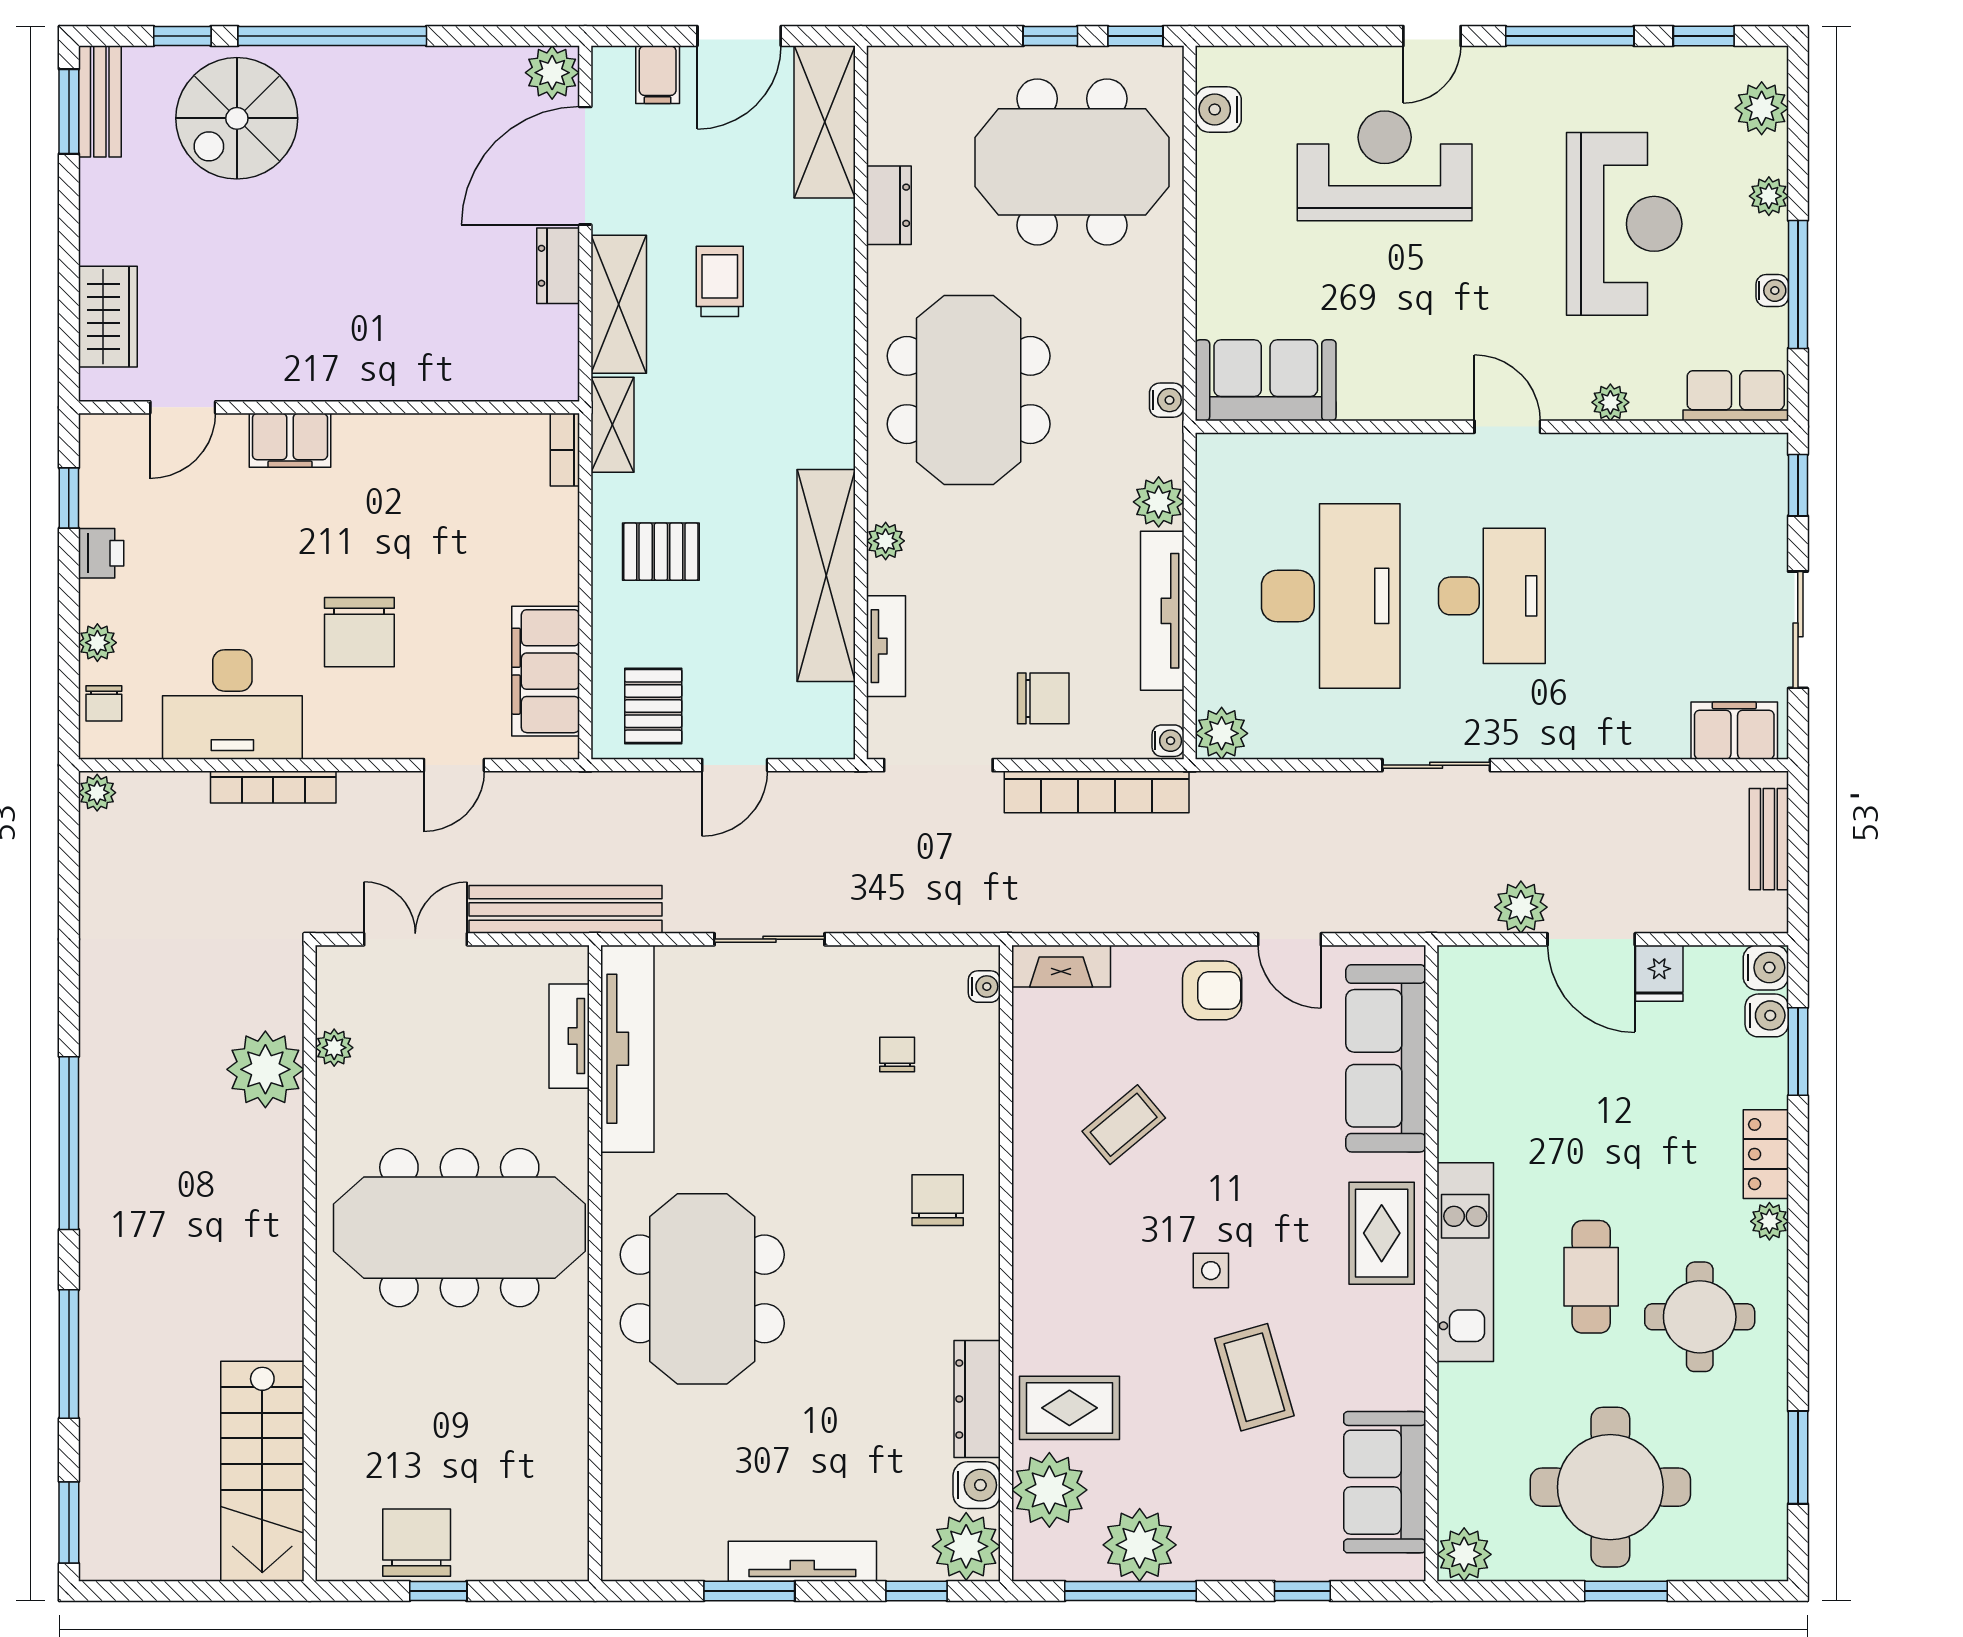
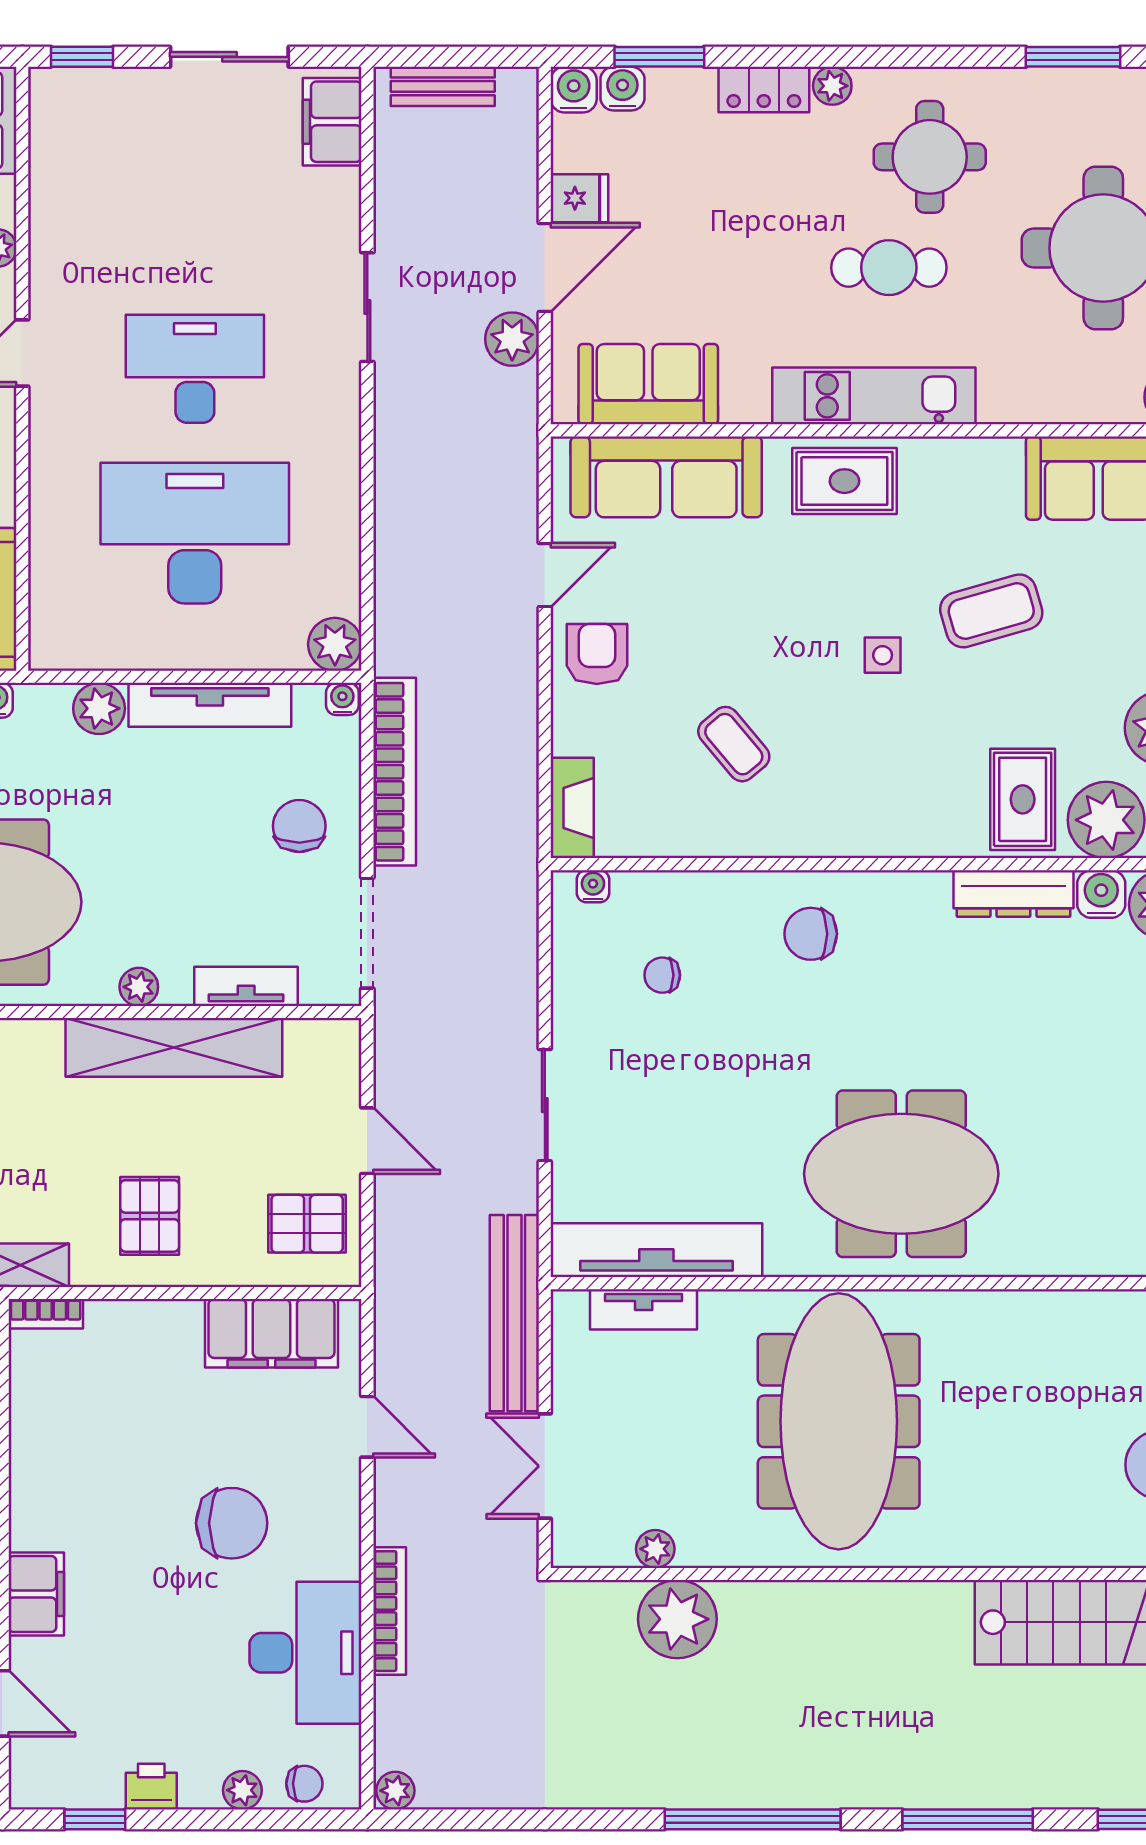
sliding door: (1436, 765) -> (367, 307), moved
sofa: (1477, 1041) -> (648, 384), added

